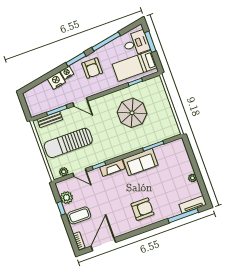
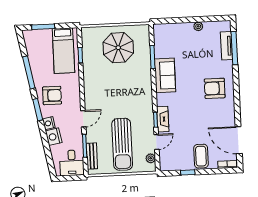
desk: (136, 43) -> (72, 163), moved, turned 180
parasol: (132, 113) -> (118, 48), moved
fireplace: (112, 168) -> (163, 119), moved
plant: (66, 198) -> (178, 164), removed
tv unit: (193, 205) -> (226, 46), moved
armchair: (142, 209) -> (215, 88), turned -90

